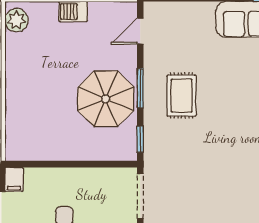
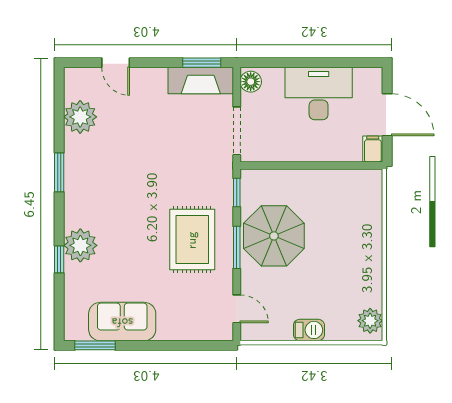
door: (140, 31) -> (237, 309), hinge flipped
rug: (182, 95) -> (192, 240), width x1.36, depth x1.43

